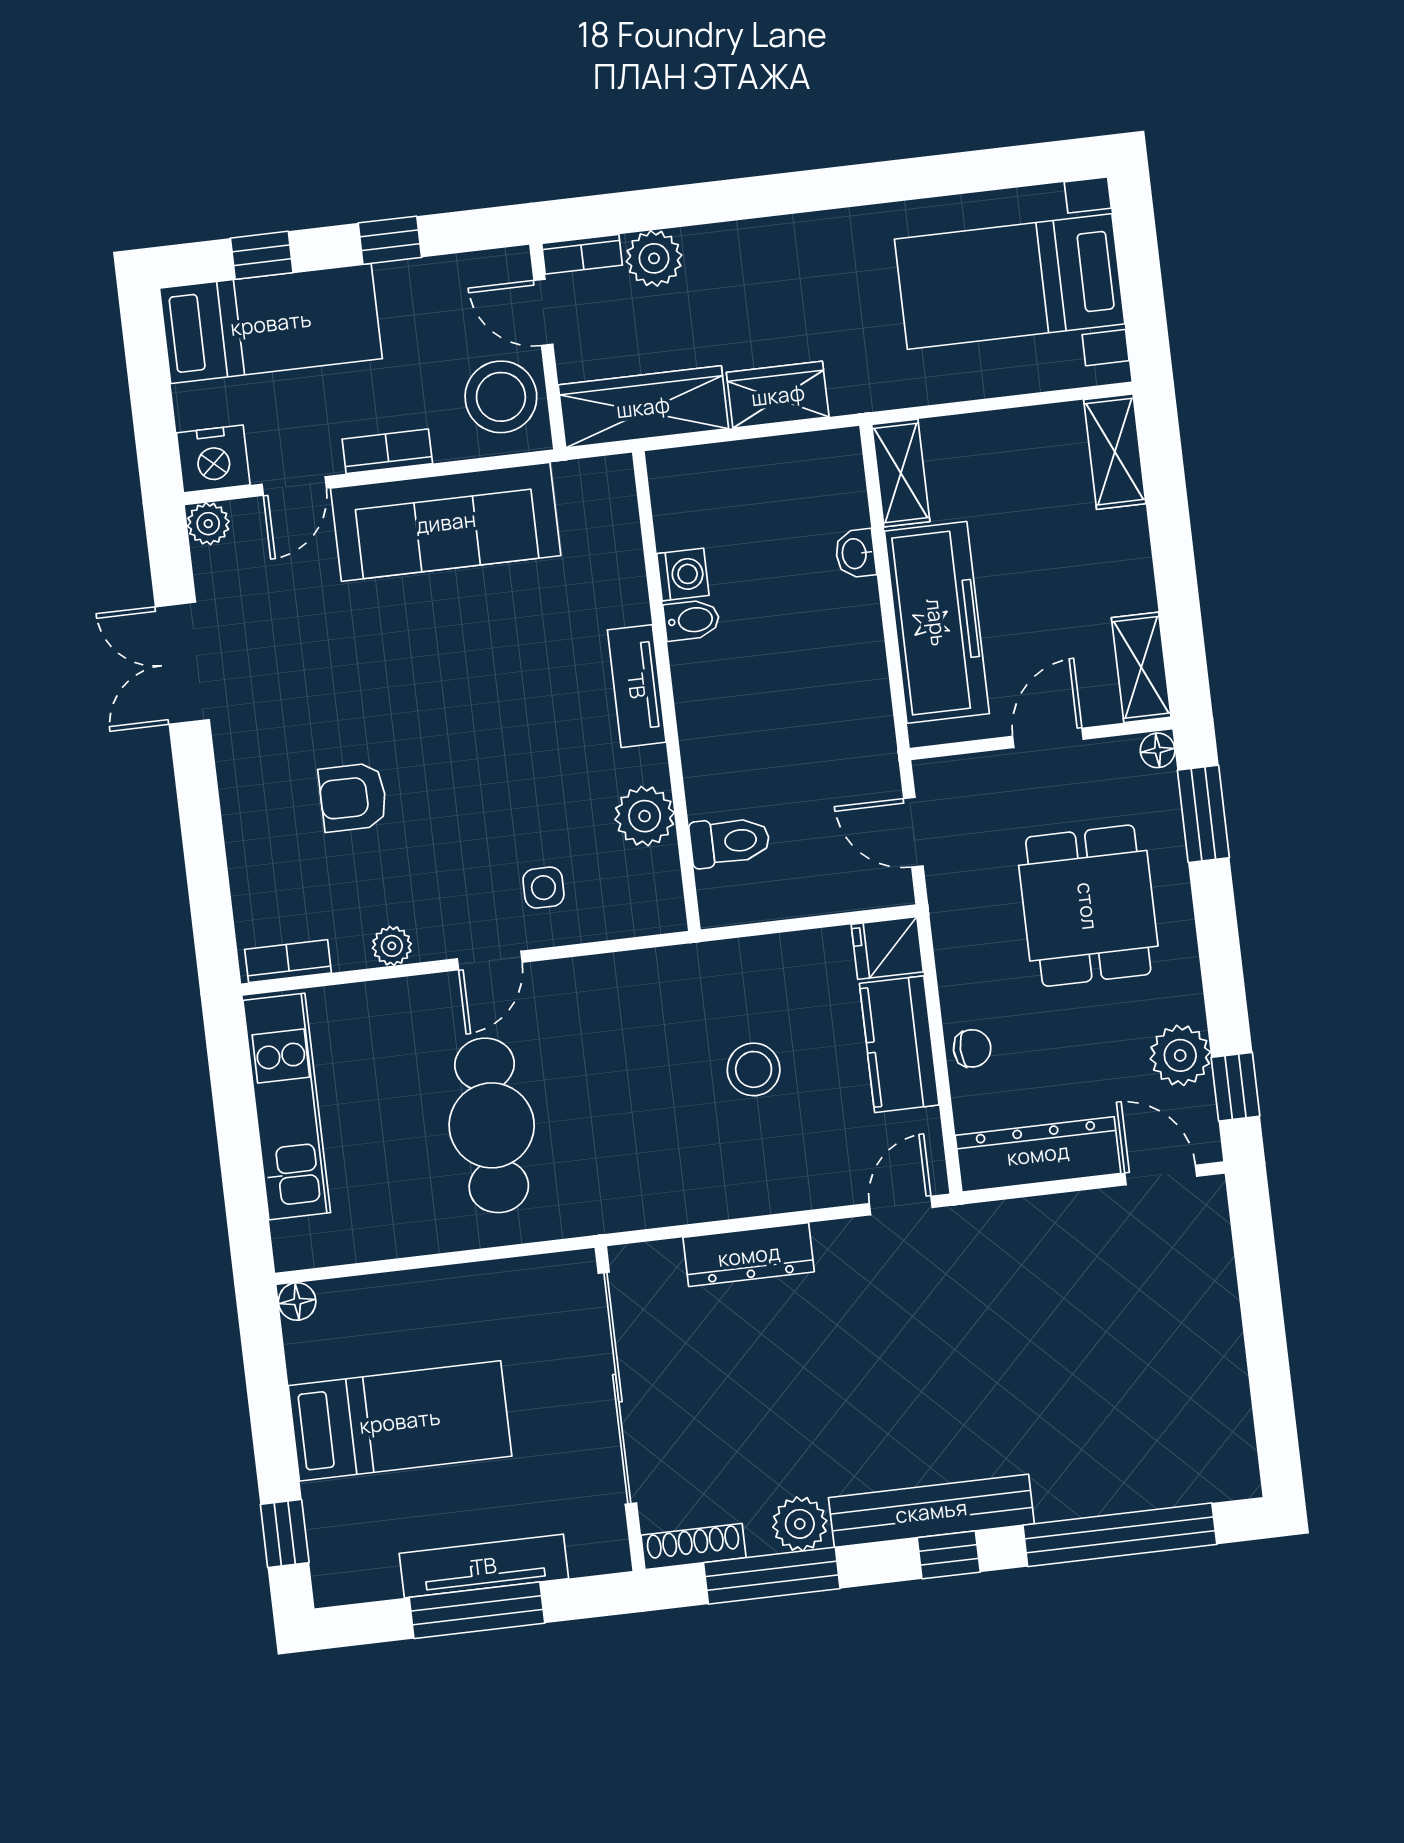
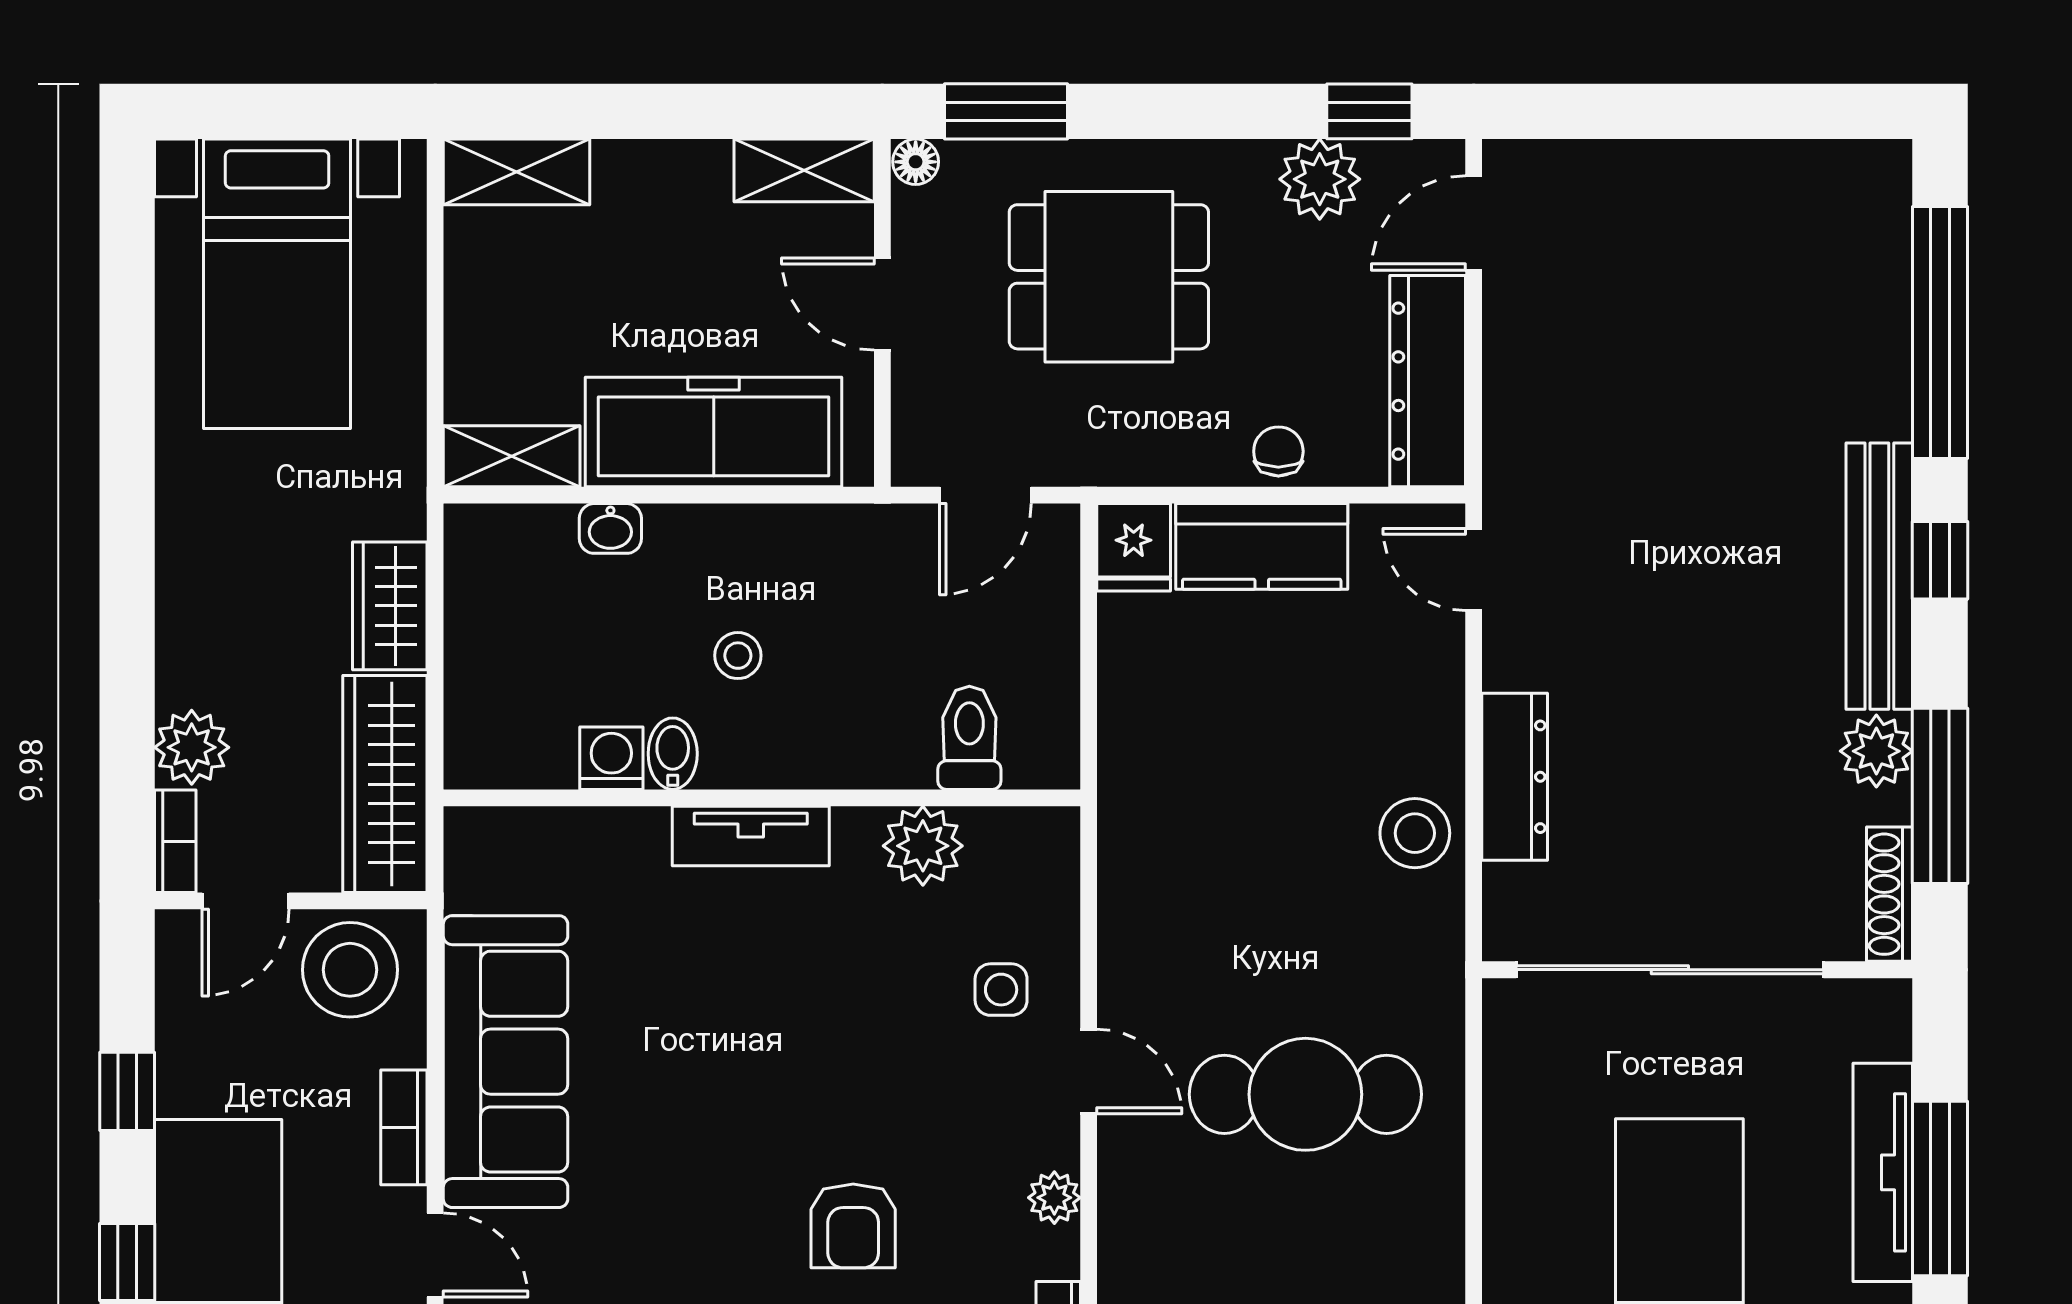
stool: (771, 660) -> (738, 656), added
stool: (754, 1069) -> (1415, 833), moved

